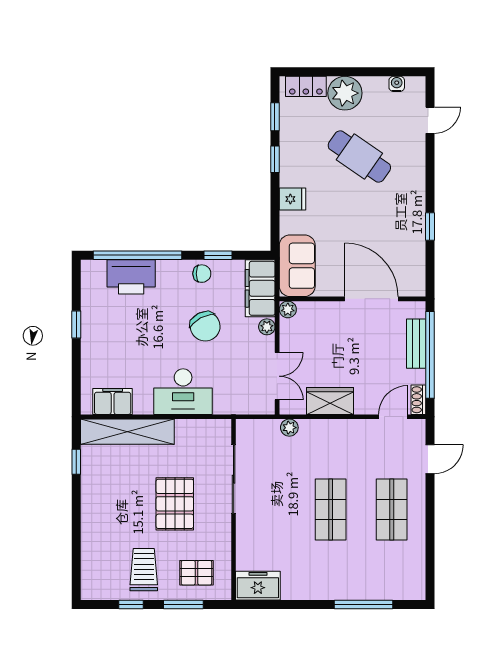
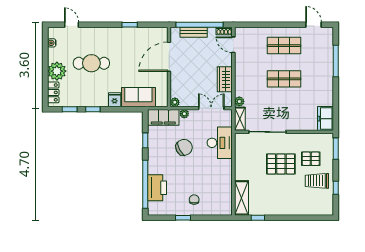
cafe table: (359, 157) -> (91, 63), turned 55
sofa: (297, 266) -> (138, 97), moved
chair: (202, 274) -> (194, 200), moved
desk: (183, 392) -> (220, 143), moved
filing cabinet: (113, 401) -> (225, 198), removed
shelving: (257, 429) -> (240, 119), added
shelving: (127, 432) -> (242, 198), width x0.68
door: (430, 459) -> (314, 25), moved
pallet: (196, 573) -> (311, 159), moved, turned 90
window: (183, 604) -> (336, 149), moved

